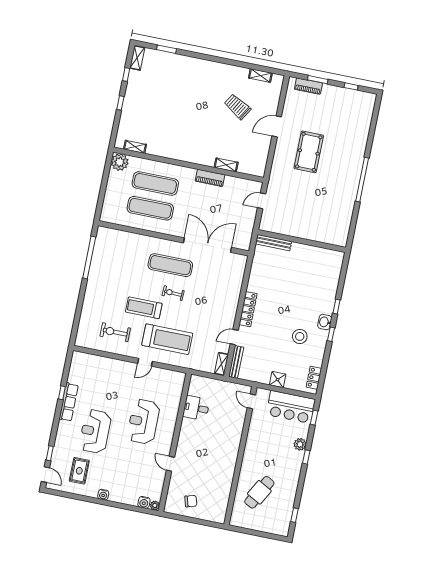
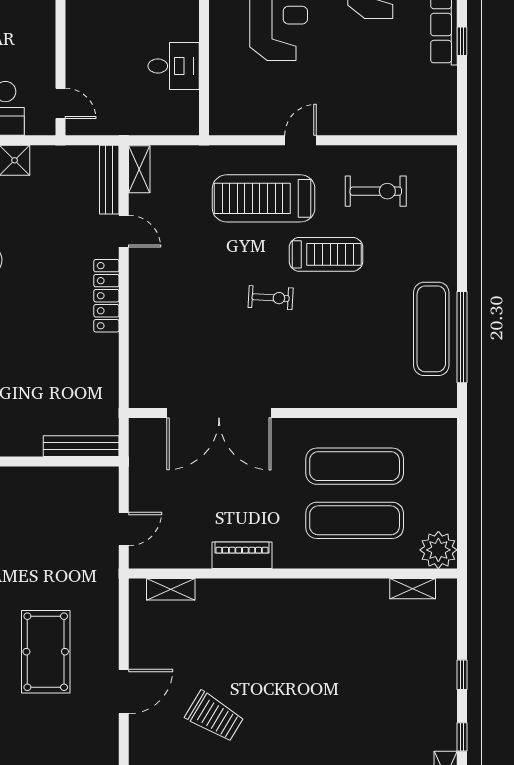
shelving: (226, 165) -> (171, 589), moved
exercise mat: (170, 265) -> (431, 329), moved, turned 90
door: (234, 337) -> (124, 231), hinge flipped

